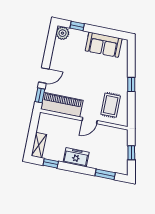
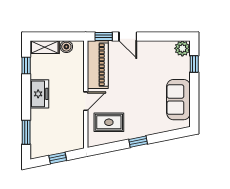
door: (90, 121) -> (86, 101), swing flipped
boiler: (42, 127) -> (66, 47), added

